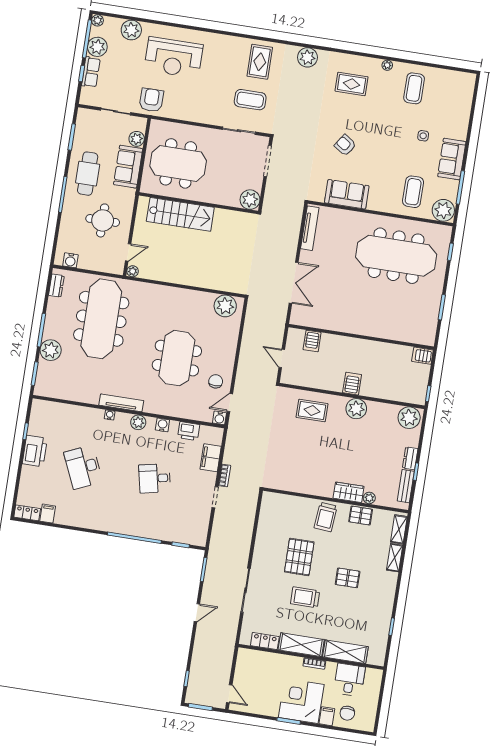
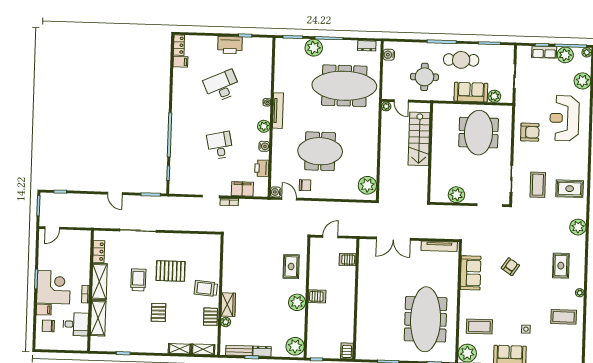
armchair: (151, 100) -> (530, 132), moved
wall: (198, 203) -> (430, 153), moved
stairs: (180, 214) -> (419, 139), moved

